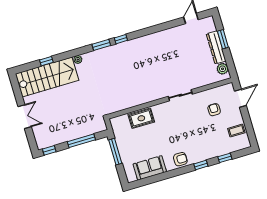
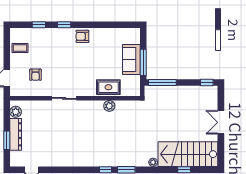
plant: (135, 101) -> (109, 106), added
window: (81, 141) -> (162, 83), moved
sofa: (150, 168) -> (131, 59), moved, turned 90

